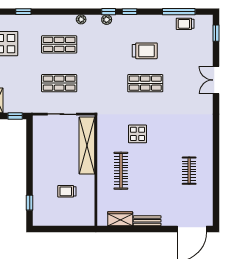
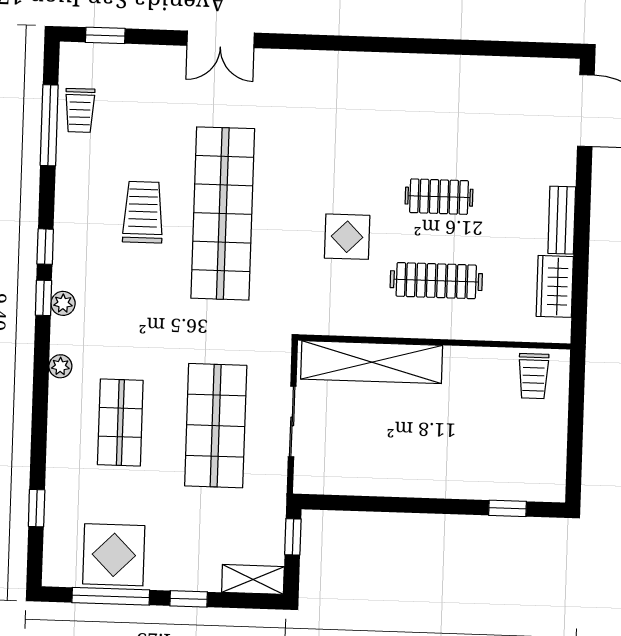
shop shelf: (59, 83) -> (216, 426), width x1.43, depth x1.36
shop shelf: (145, 83) -> (223, 213), width x2.00, depth x1.36
clothes rail: (189, 171) -> (439, 197), moved
trolley: (67, 191) -> (533, 376), moved

